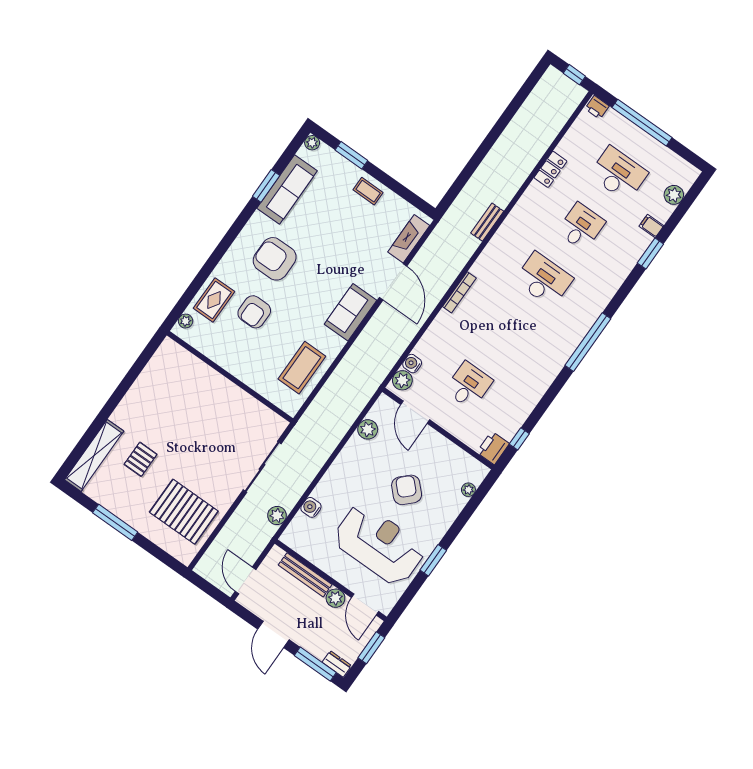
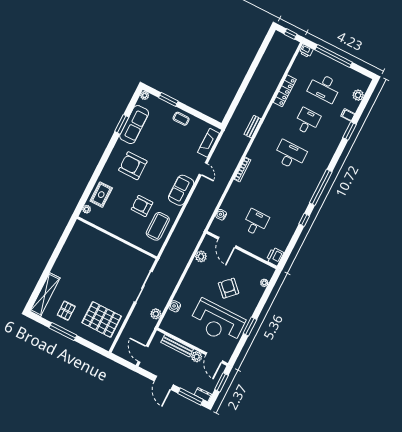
locker: (550, 169) -> (285, 91), width x1.53
desk: (619, 174) -> (324, 88), turned 180
door: (393, 282) -> (203, 169), width x0.53
armchair: (254, 312) -> (142, 206), moved, turned 90
plant: (402, 380) -> (217, 225), removed
window: (519, 439) -> (304, 220), moved
pallet: (141, 459) -> (66, 311), moved
reception desk: (379, 544) -> (217, 322), turned 180

